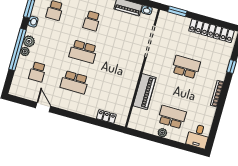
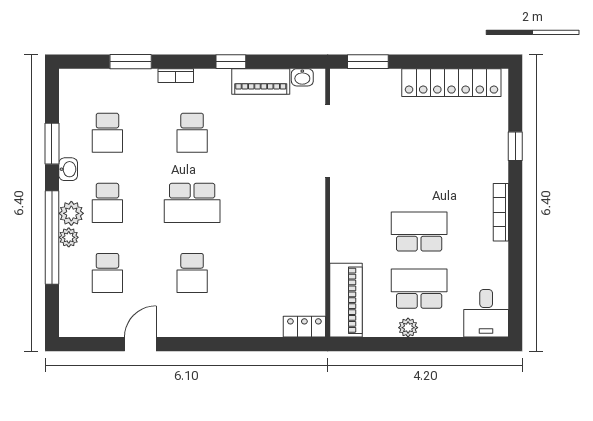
school desk: (46, 41) -> (107, 203), added
school desk: (186, 67) -> (419, 231), moved
school desk: (74, 82) -> (192, 273), width x0.54
piano: (145, 92) -> (346, 300), moved
door: (43, 107) -> (140, 344), hinge flipped
locker: (106, 117) -> (304, 327), moved

